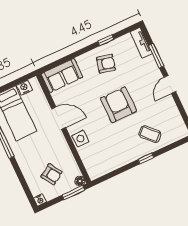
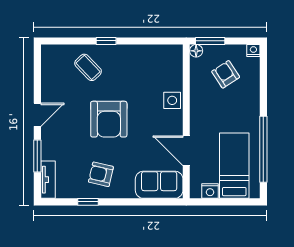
door: (59, 118) -> (186, 151), moved

